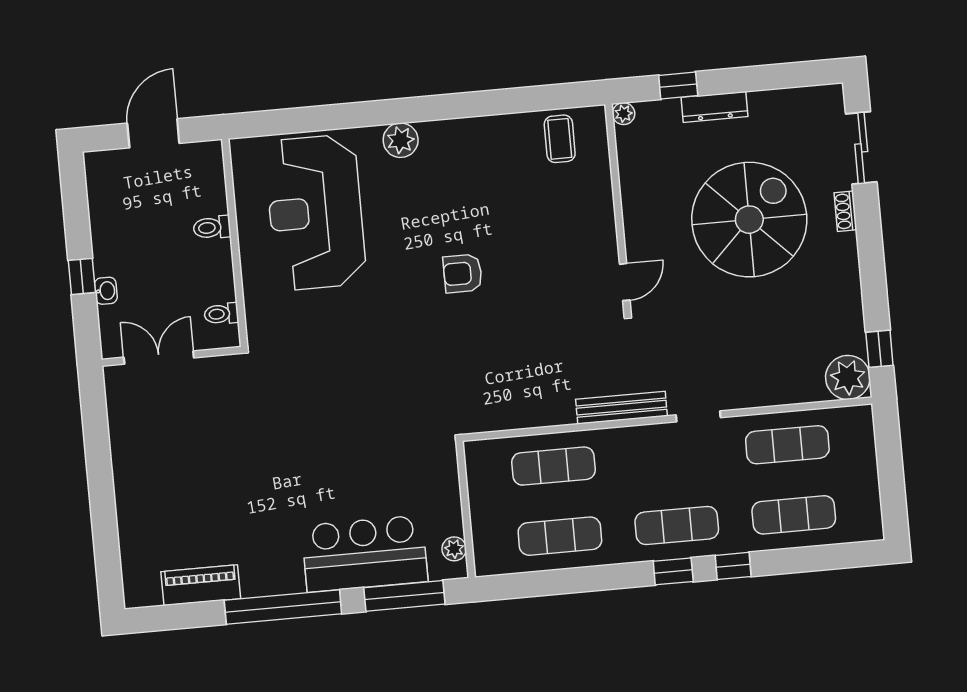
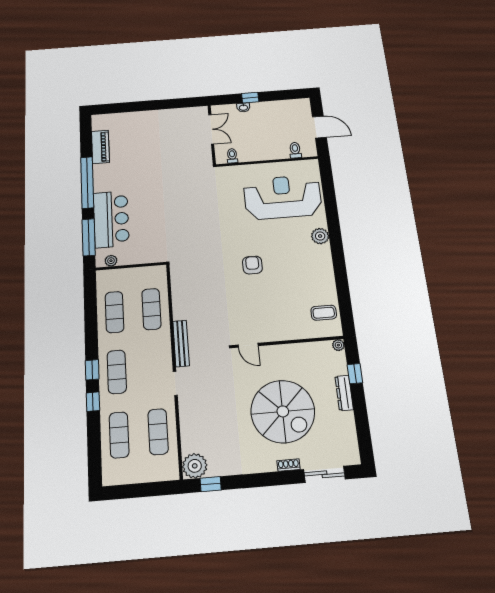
toilet: (212, 228) -> (295, 150), moved

